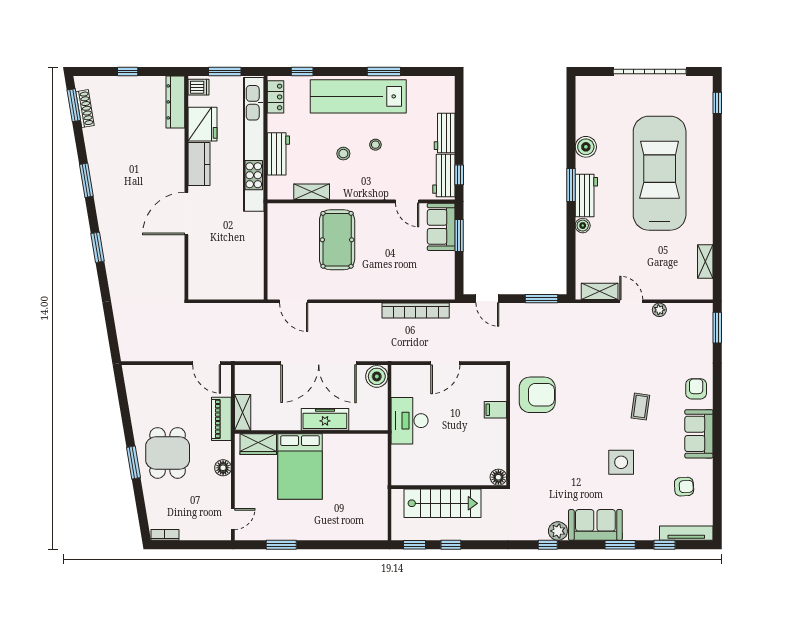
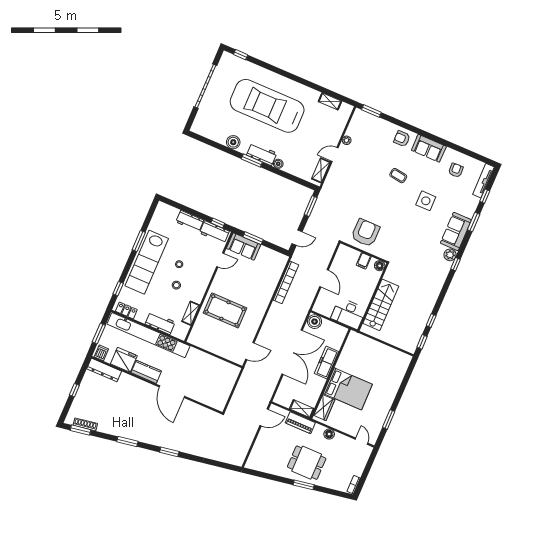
floor lamp: (498, 477) -> (380, 266), moved
wall: (449, 487) -> (373, 297), moved
stairs: (442, 503) -> (381, 305), moved

